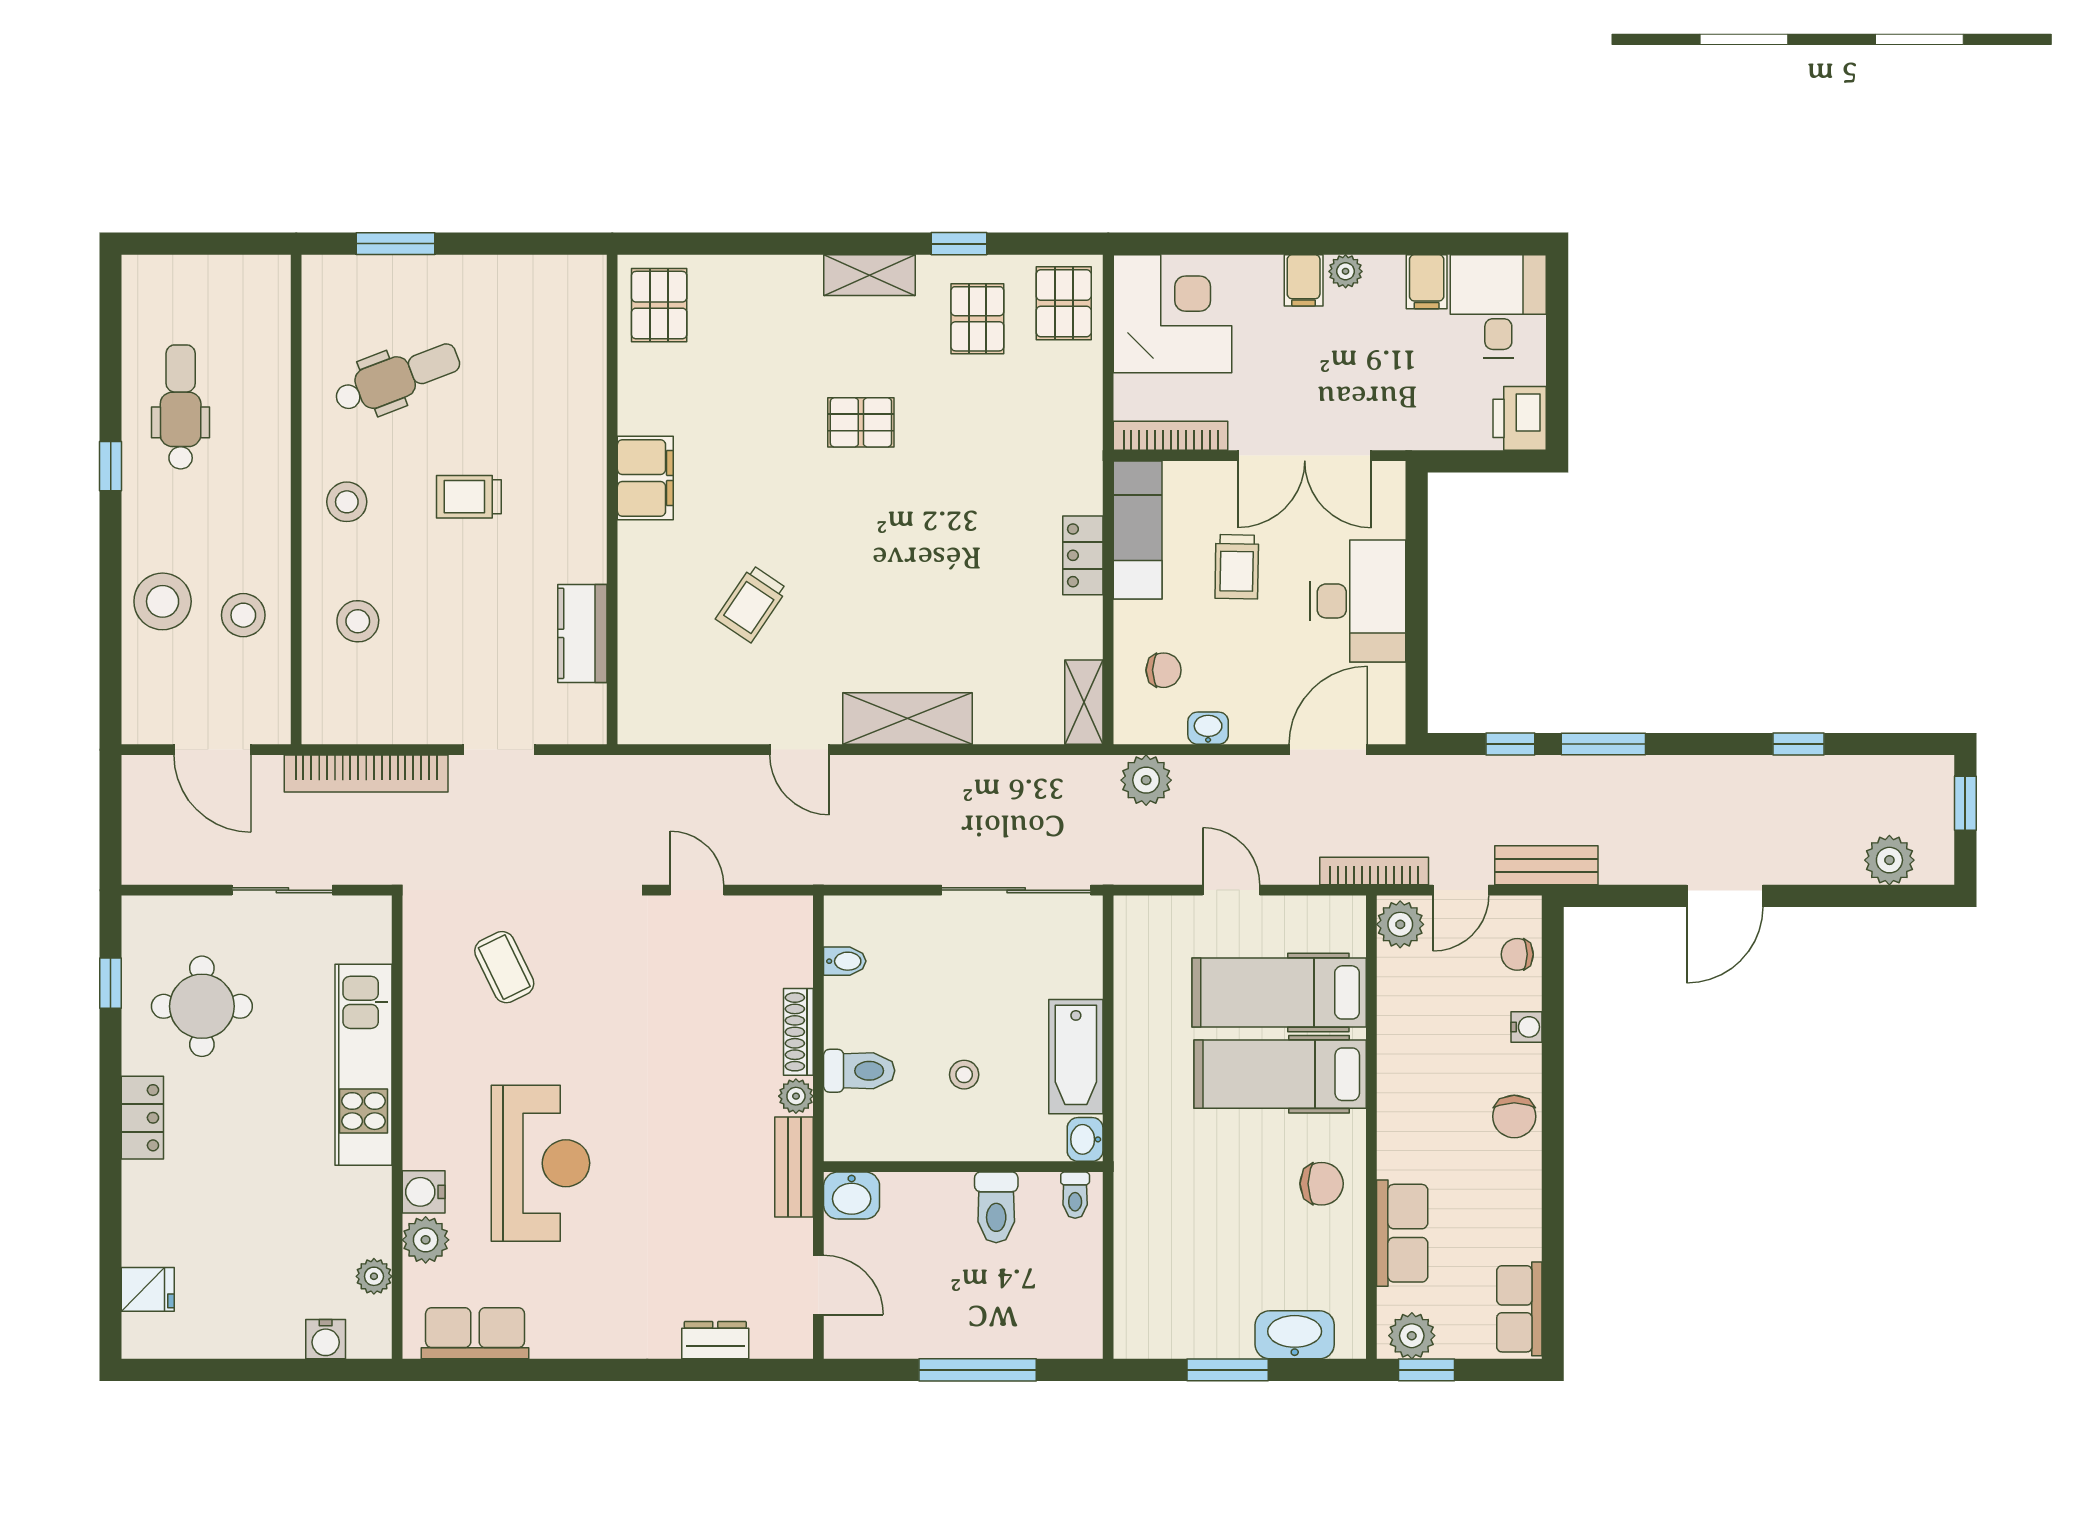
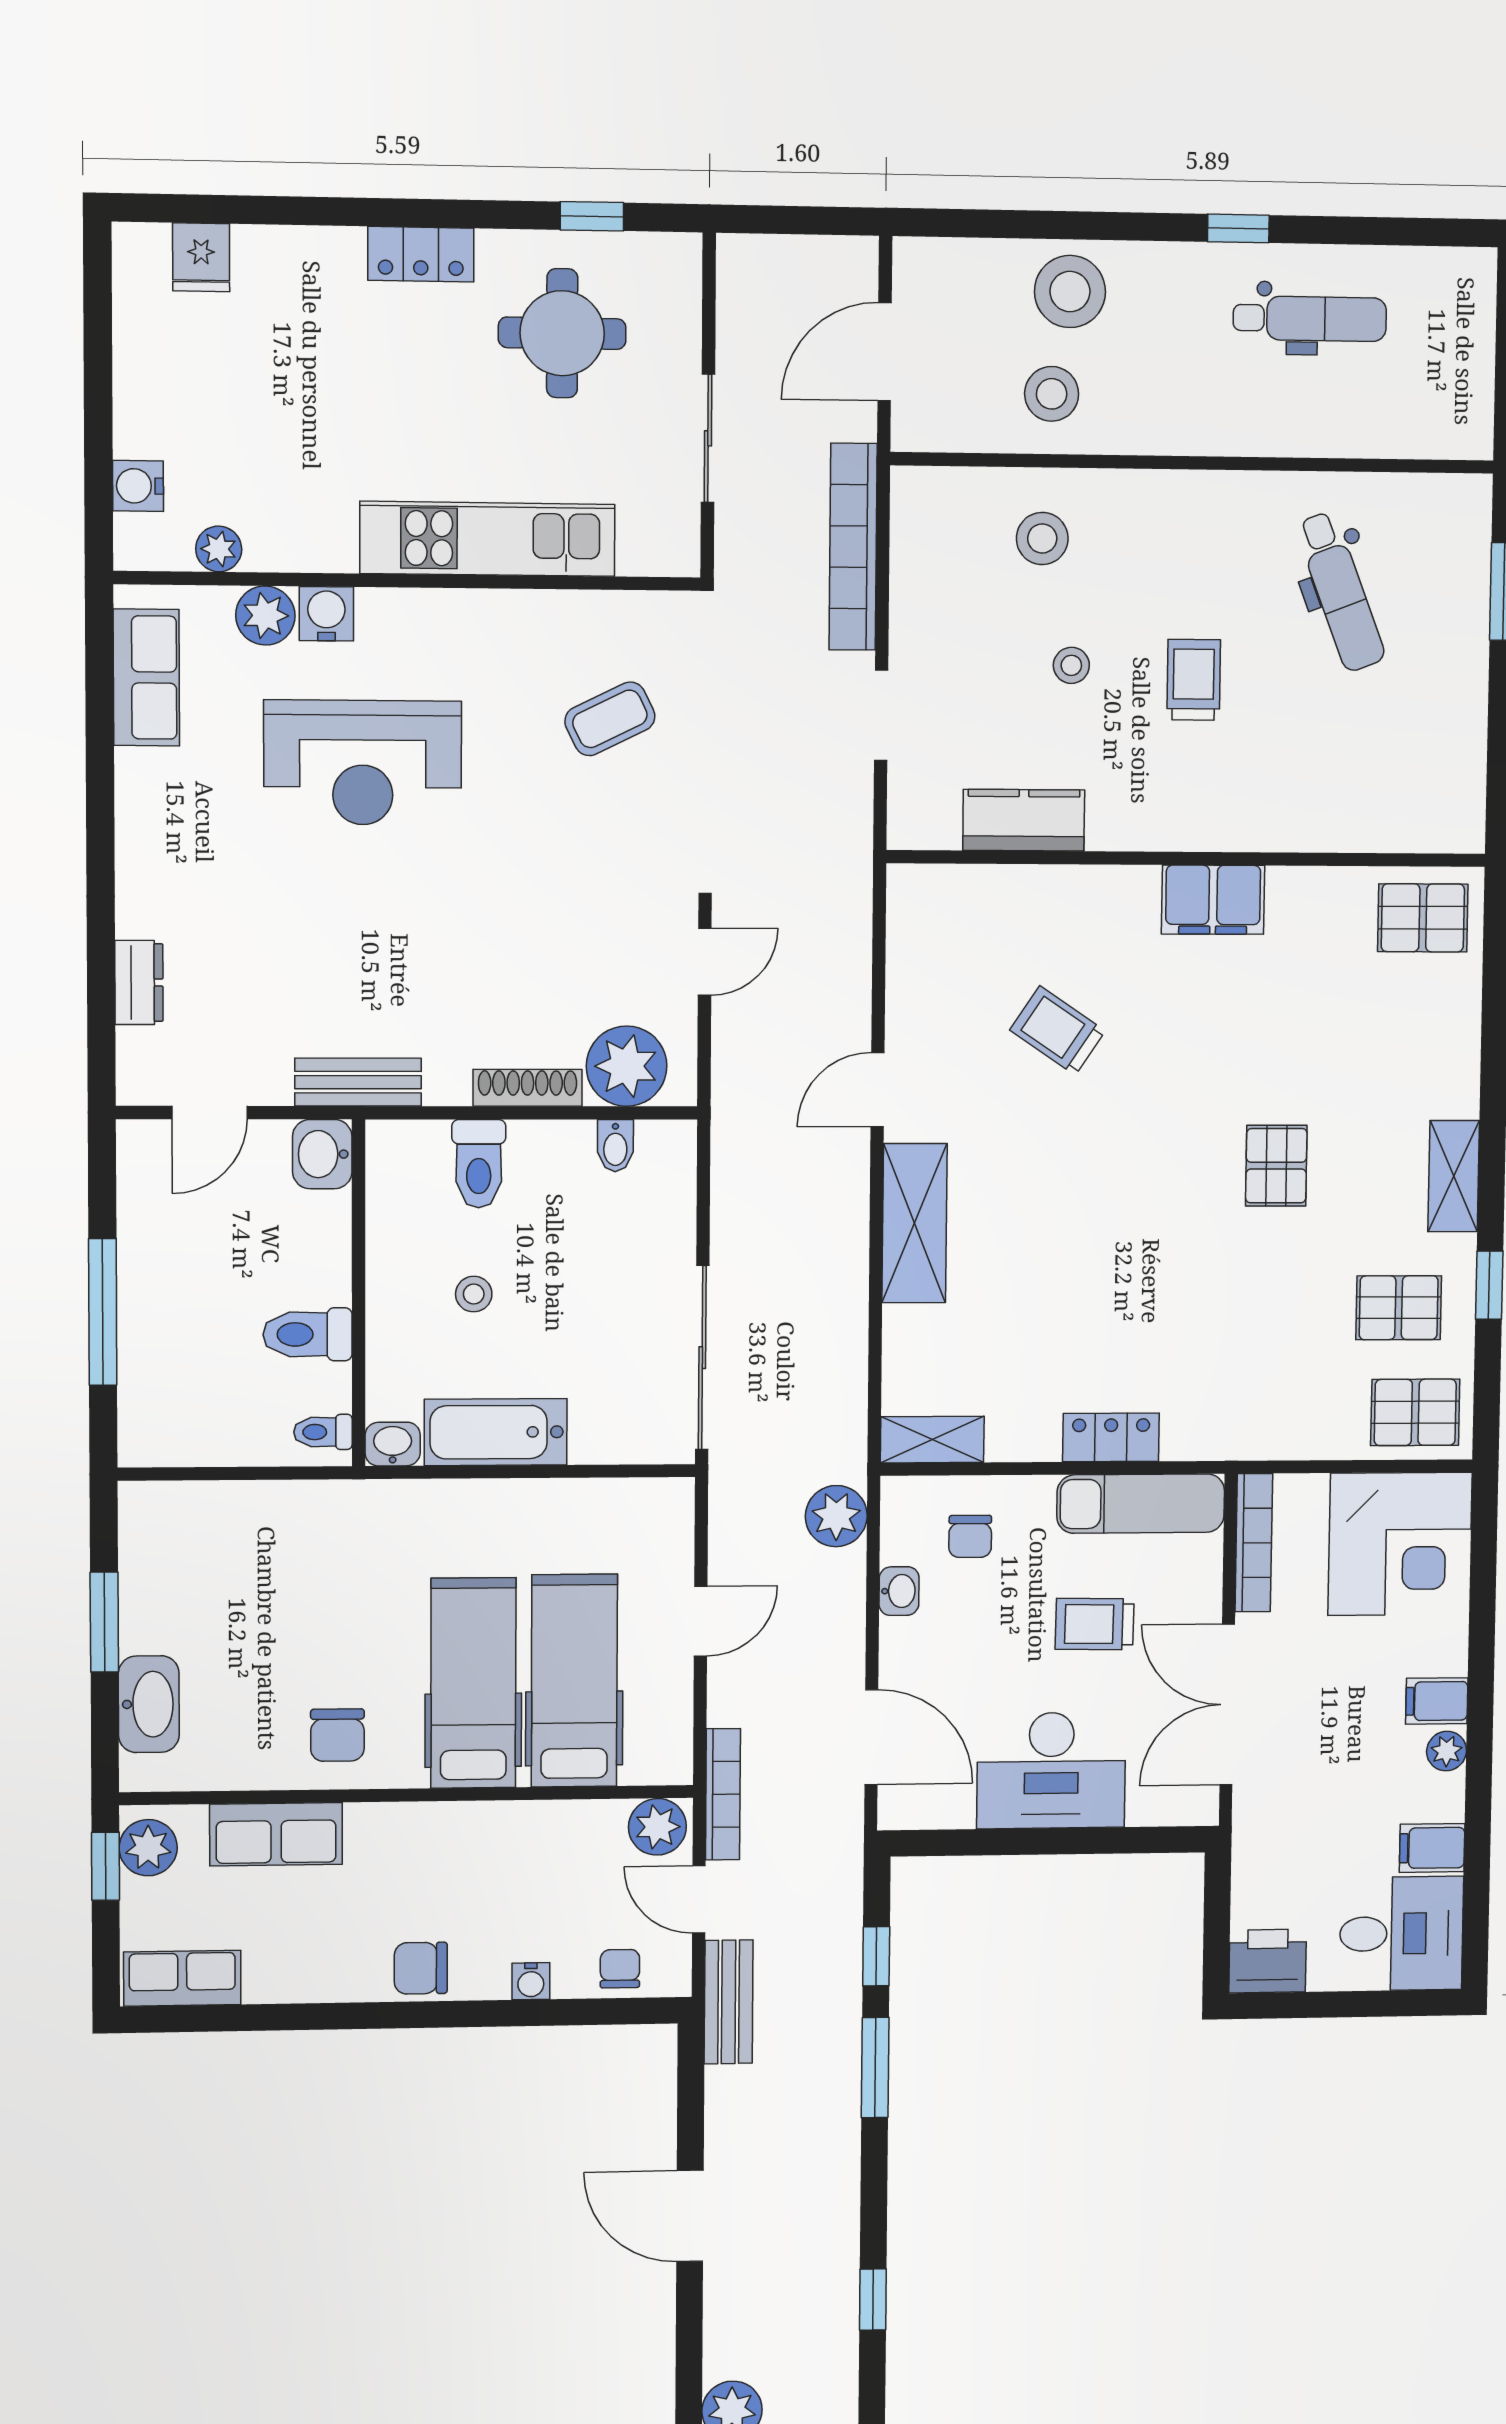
stool: (347, 502) -> (1071, 665), moved, width x0.73, depth x0.73
plant: (796, 1096) -> (627, 1066), moved, width x1.88, depth x1.88

